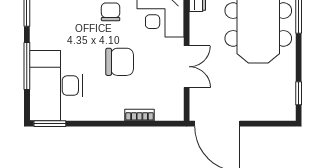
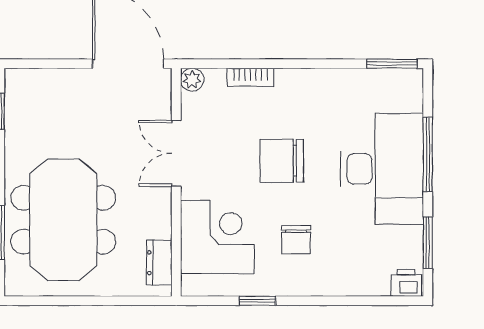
desk: (56, 86) -> (382, 169), moved
plant: (177, 113) -> (192, 80), added

